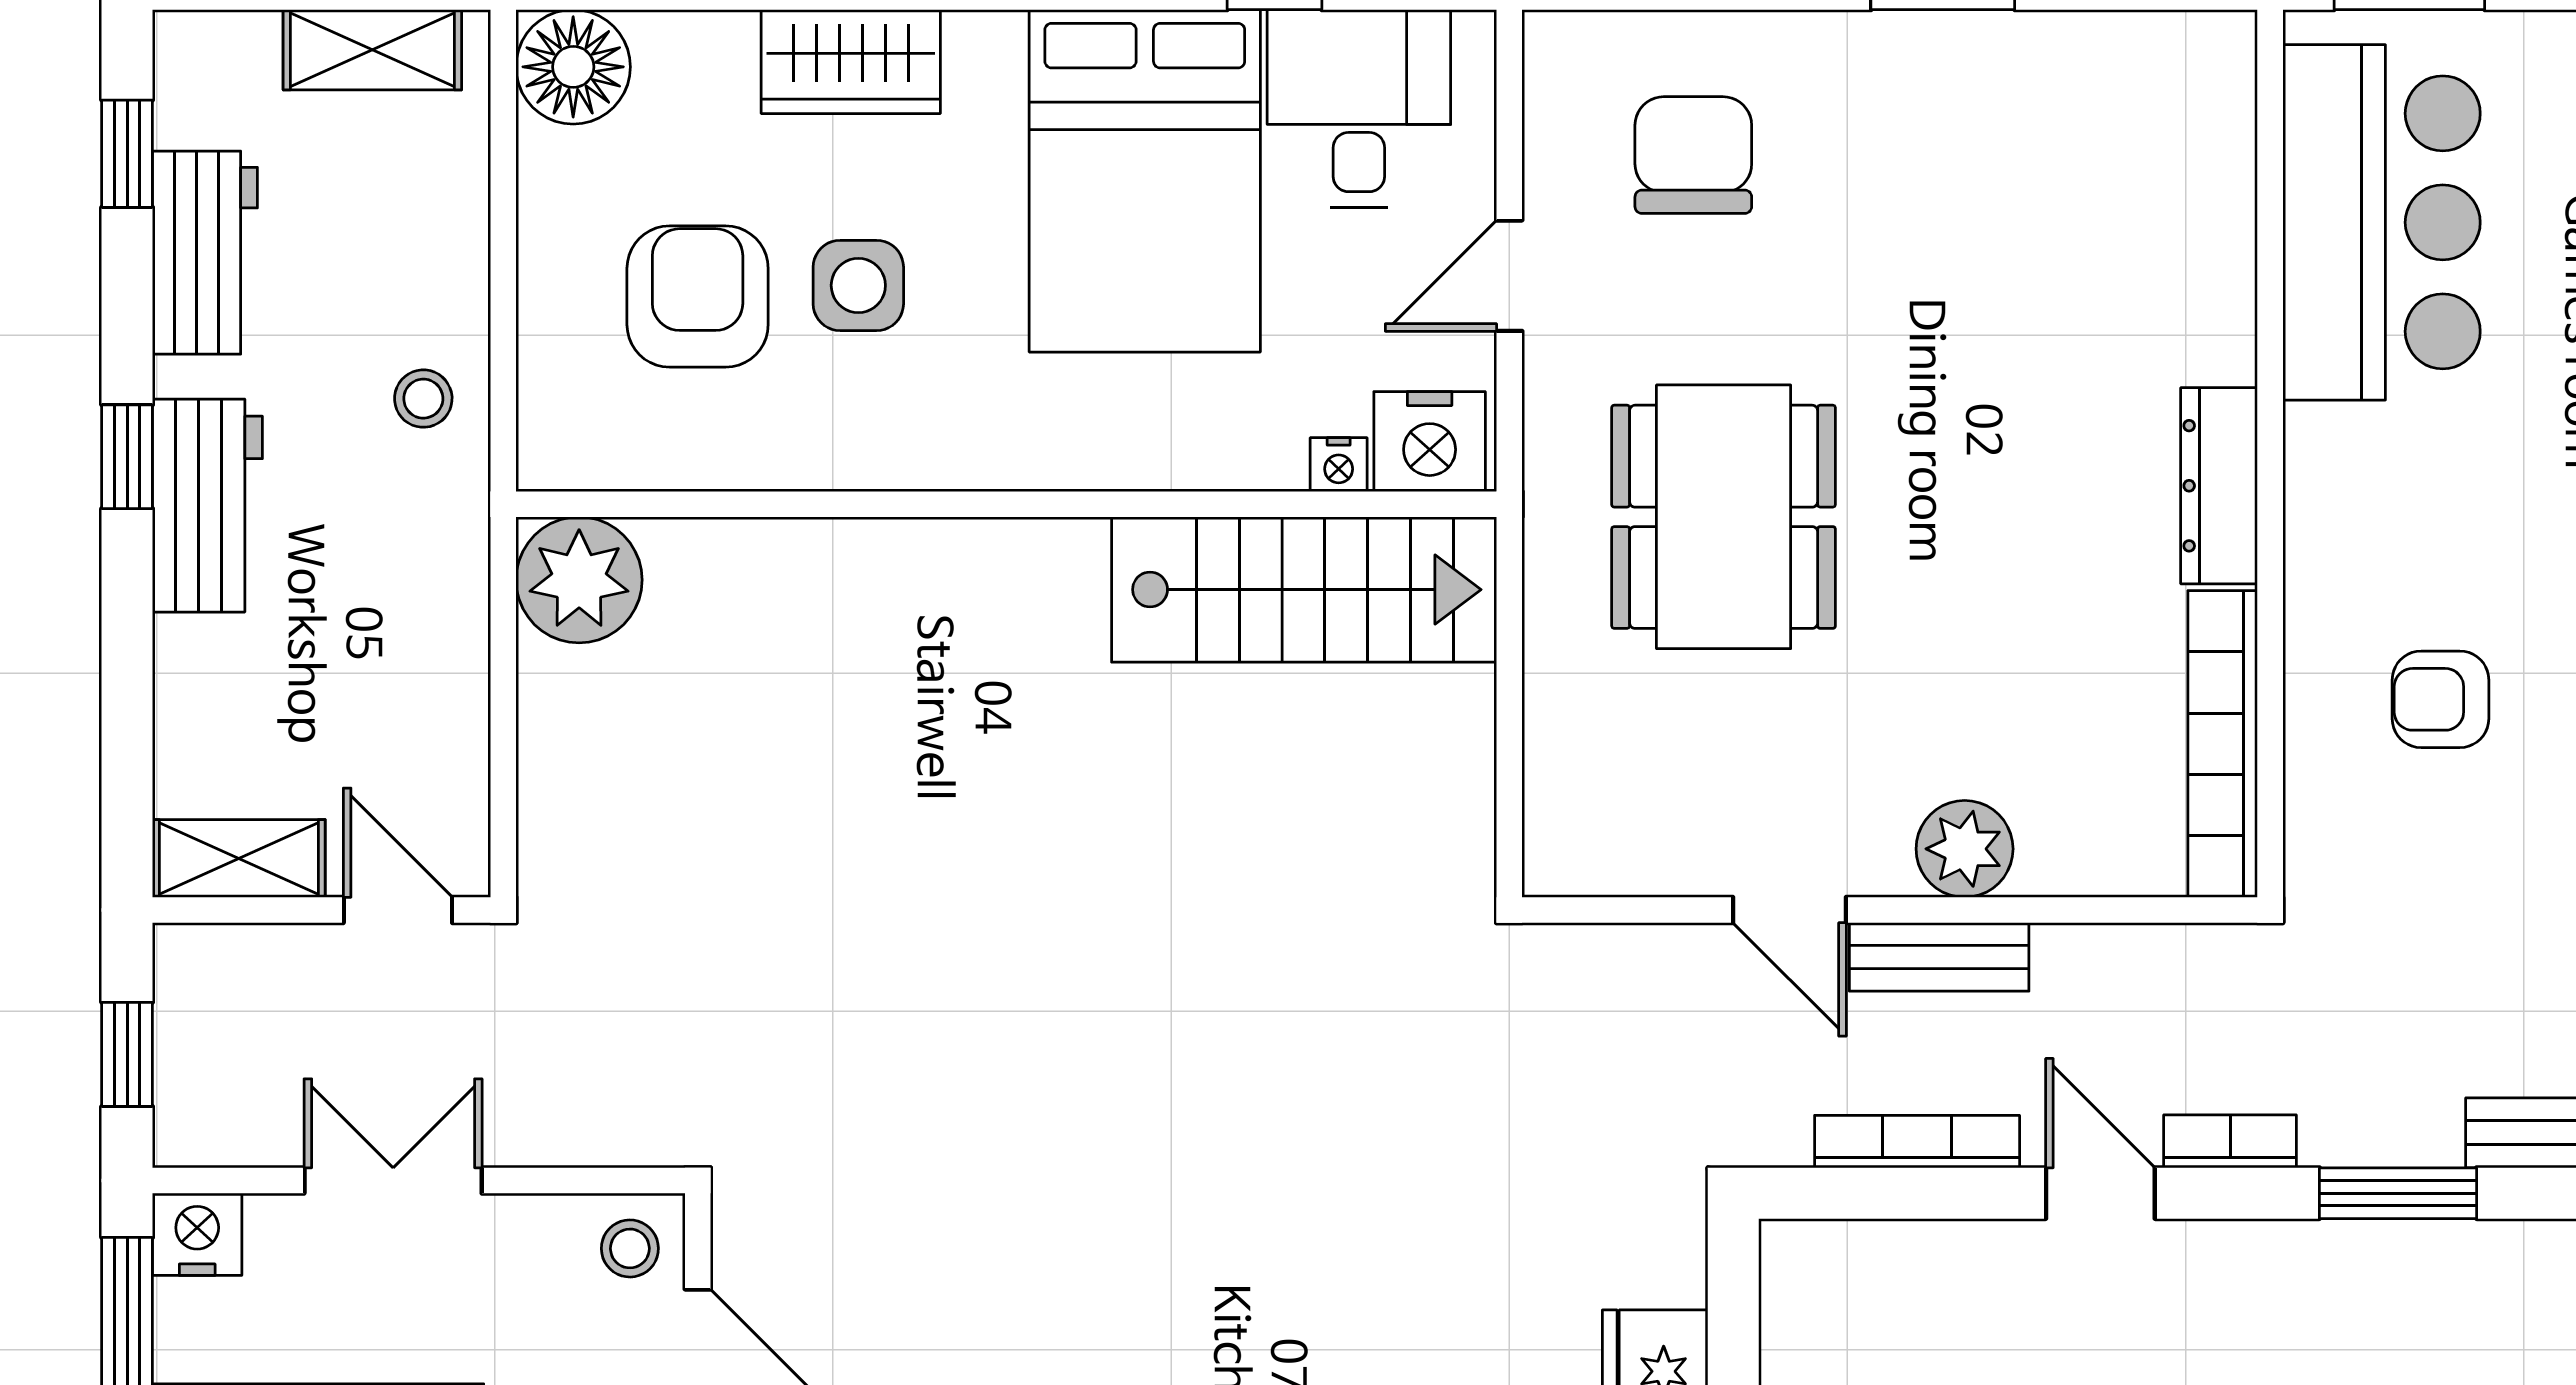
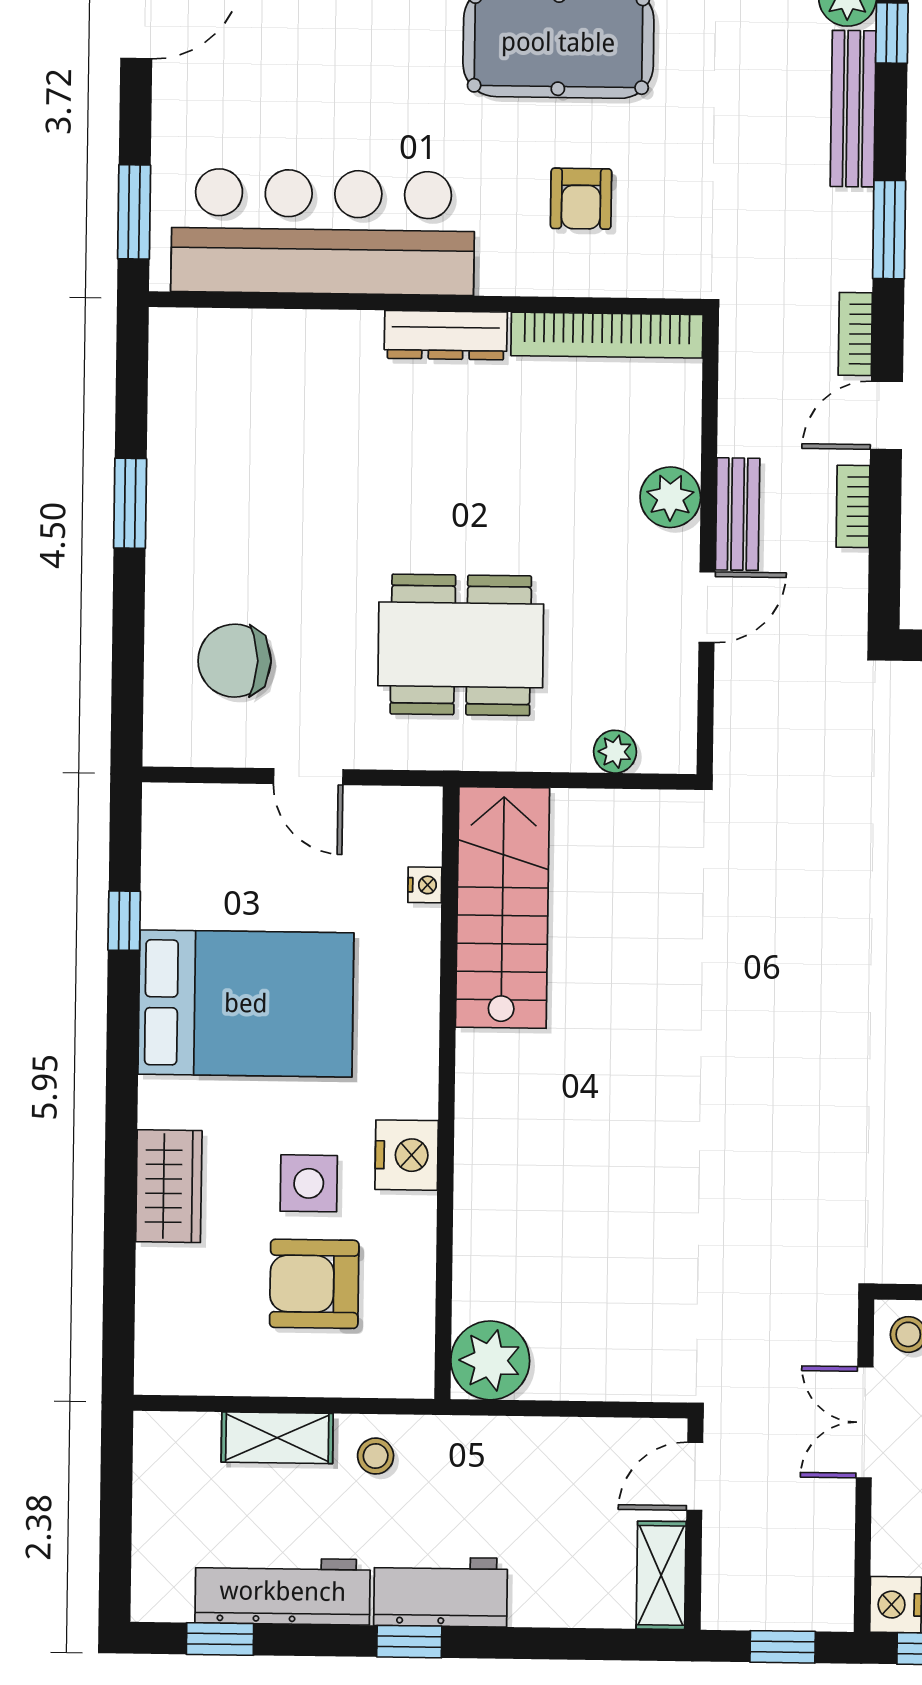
shelving: (372, 50) -> (277, 1438), moved, turned 90
floor lamp: (573, 67) -> (170, 1360), removed
desk: (1359, 109) -> (203, 869), removed
bar counter: (2382, 222) -> (323, 232), width x1.36
workbench: (205, 253) -> (283, 1591), width x1.37
nightstand: (1430, 442) -> (407, 1155), moved
plant: (1556, 766) -> (615, 752), added
bookcase: (1917, 1142) -> (853, 506), width x0.64
double door: (393, 1180) -> (865, 1422), moved

